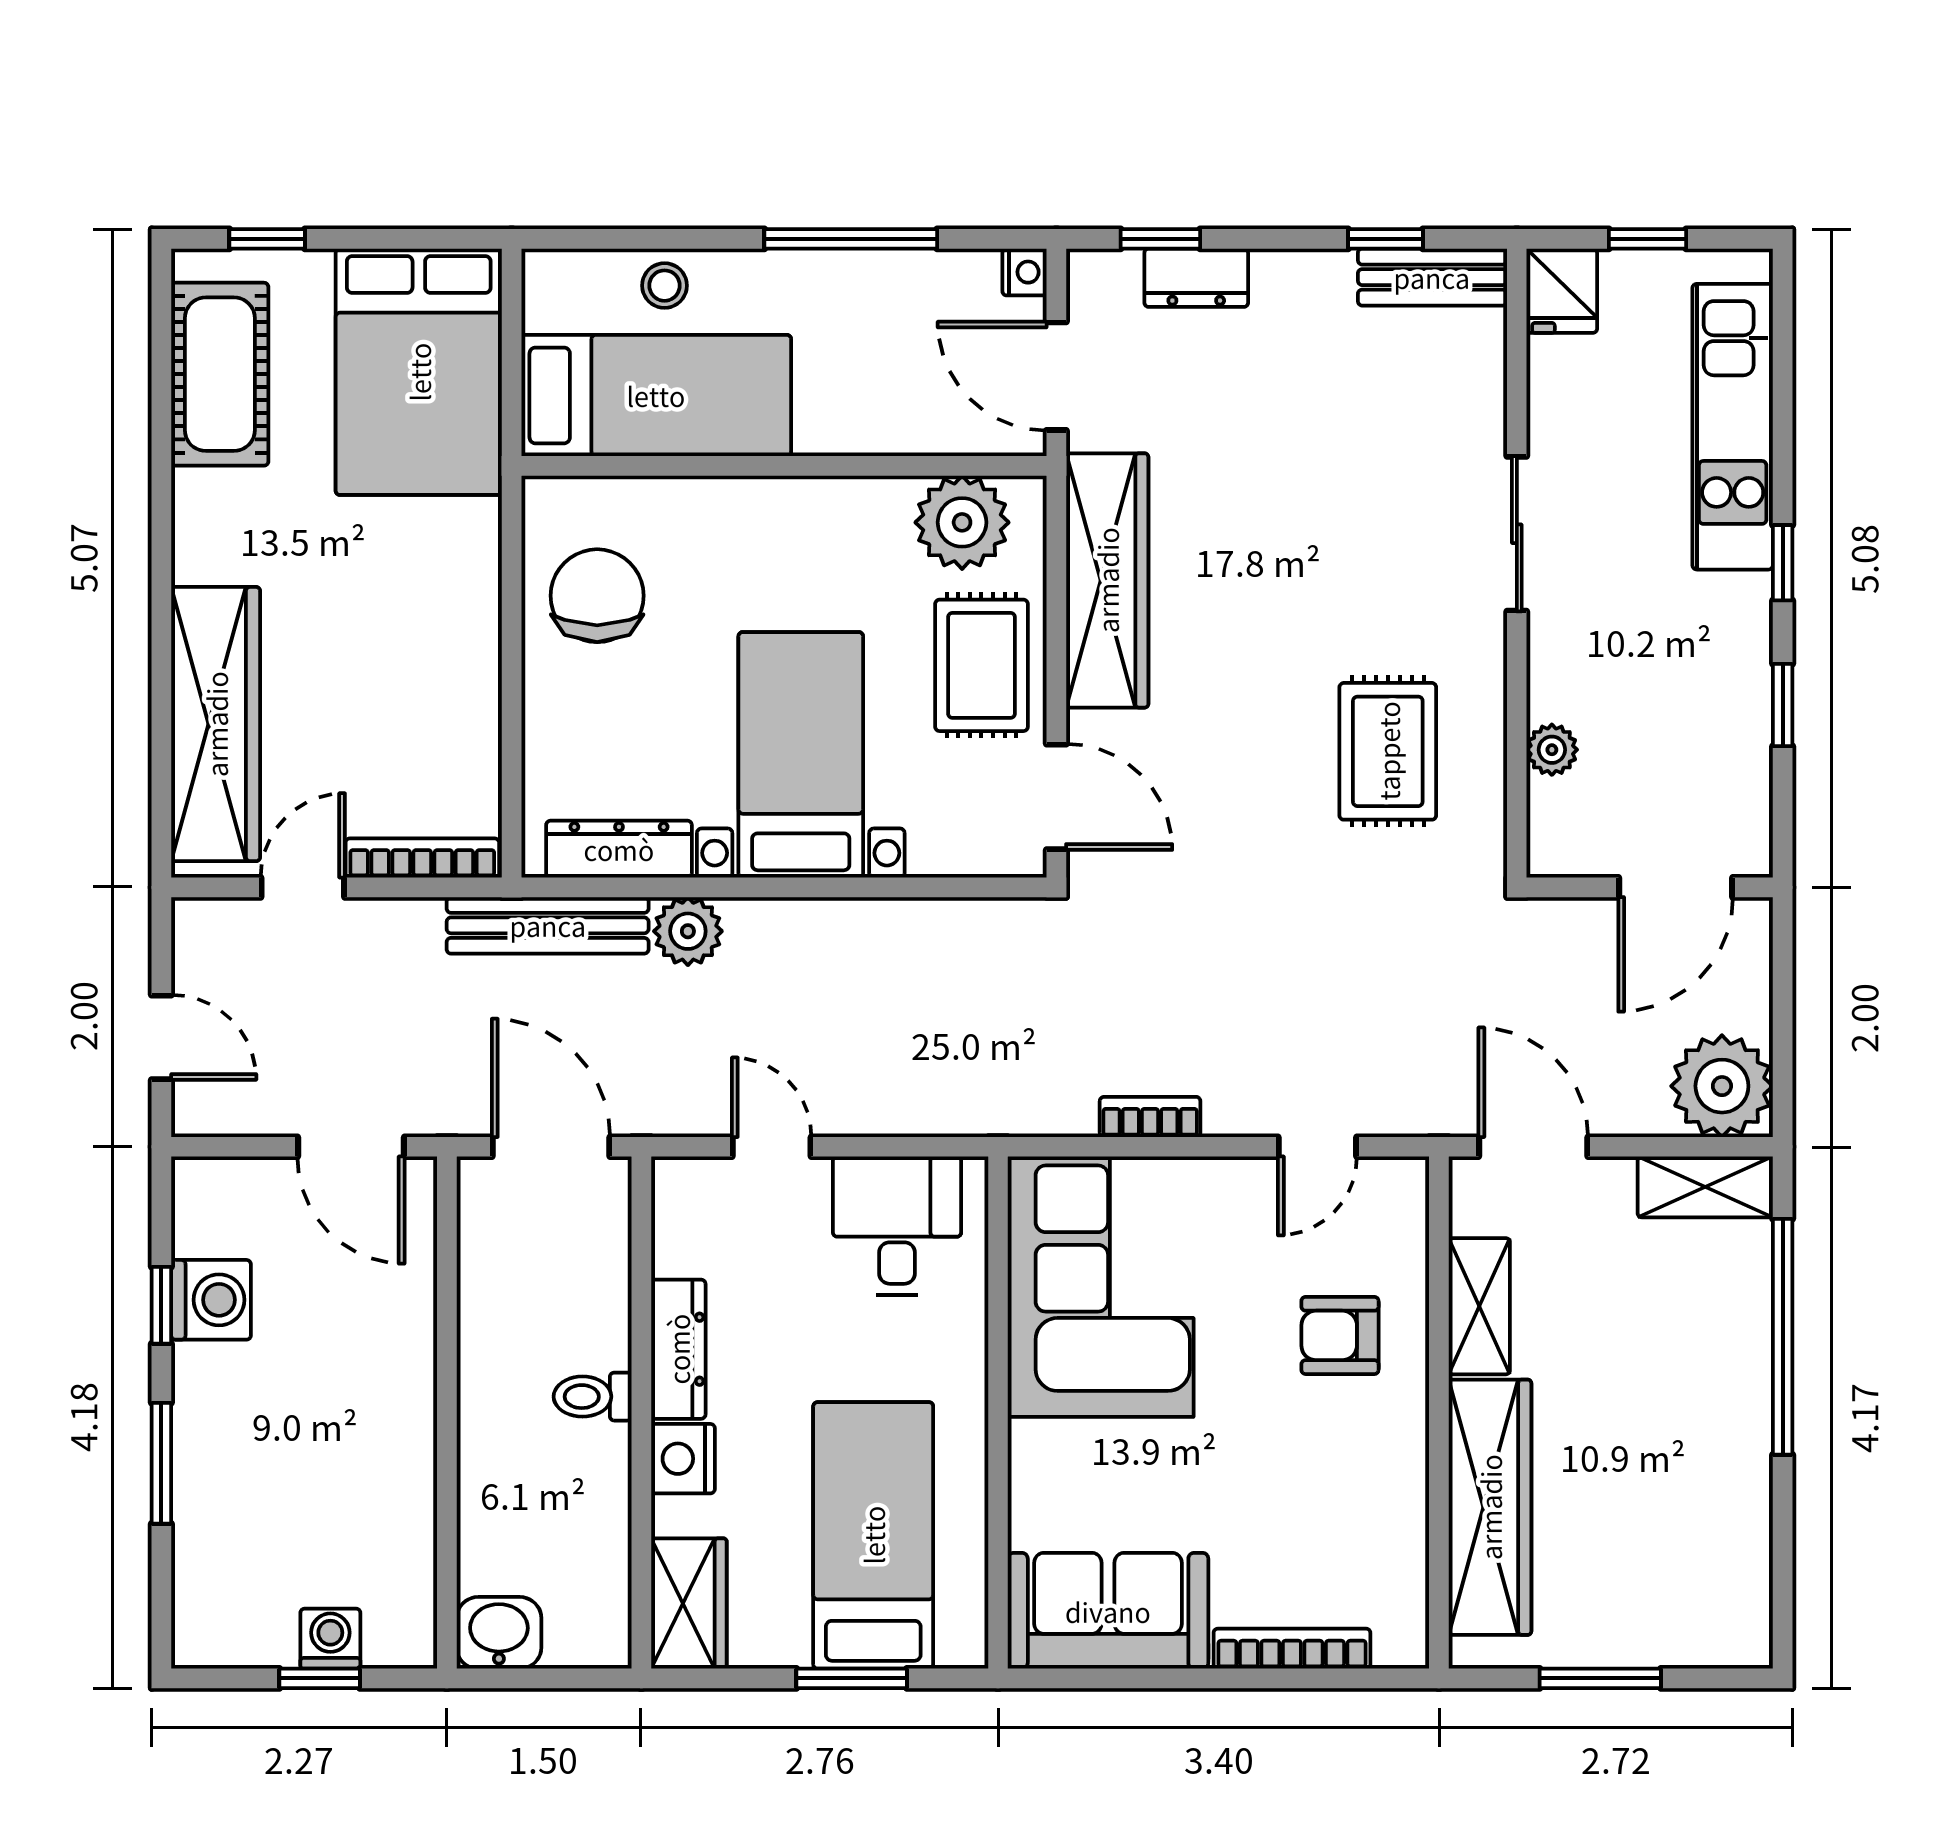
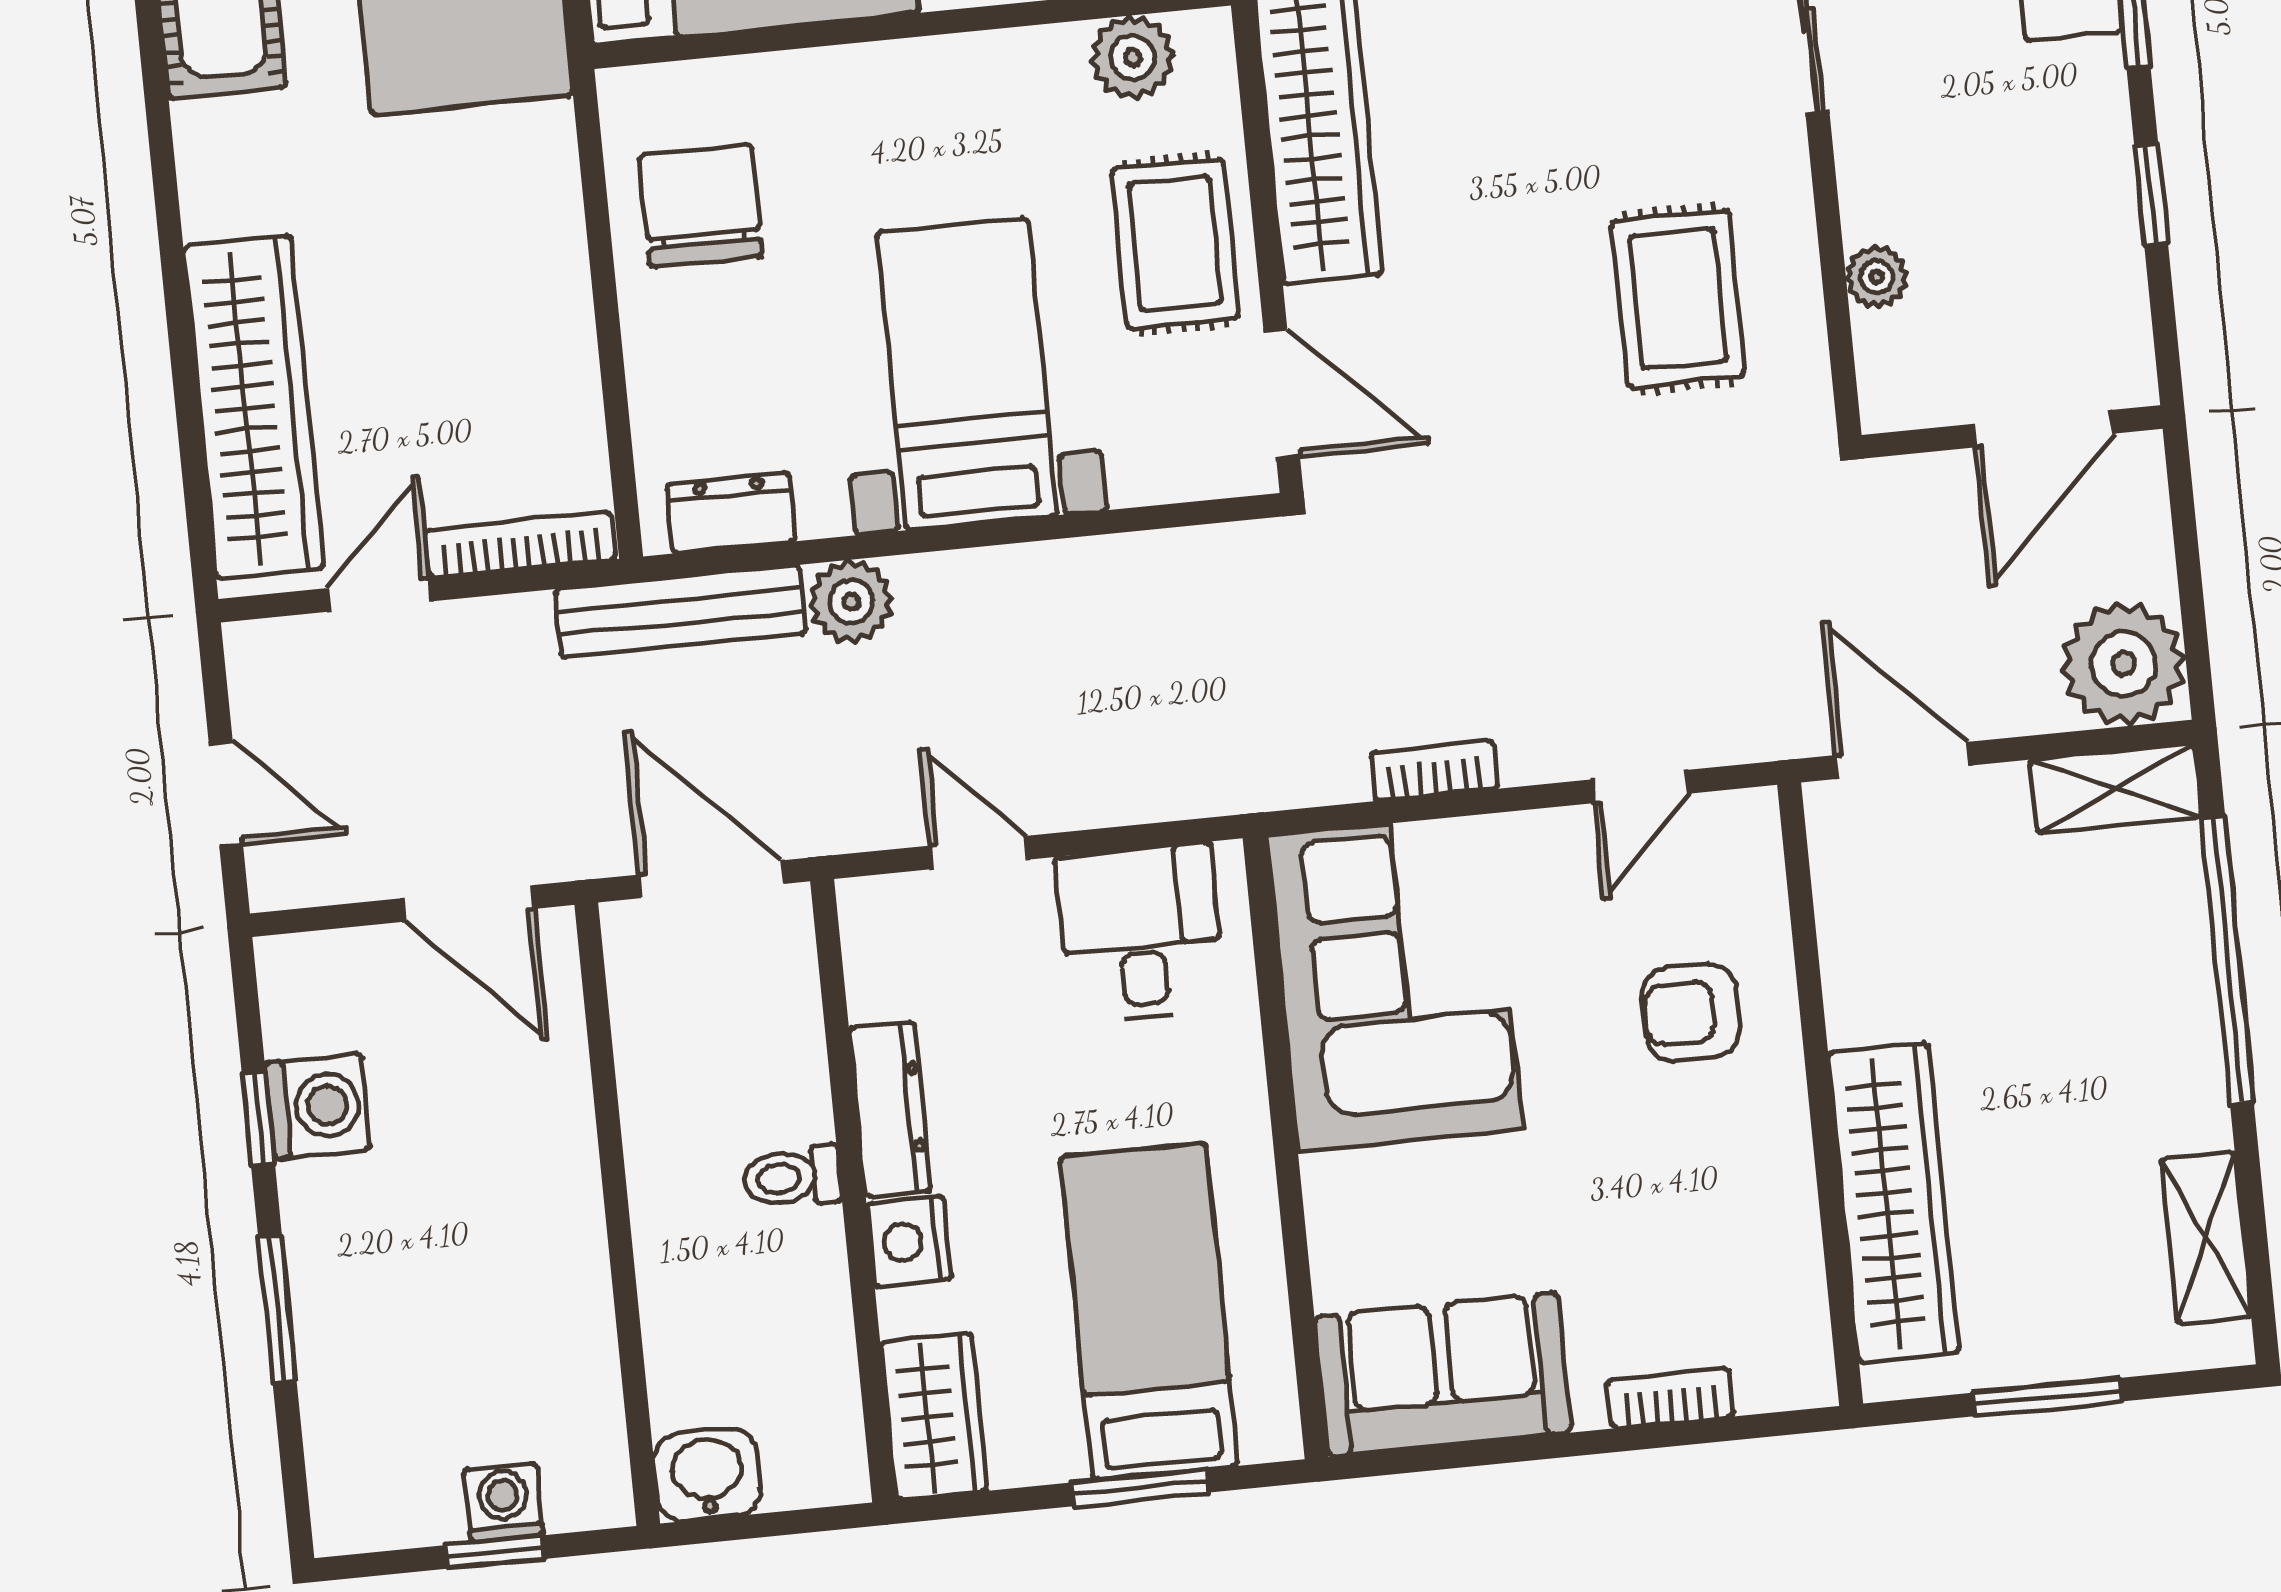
plant: (962, 522) -> (1133, 57), width x0.73, depth x0.73
dresser: (619, 849) -> (731, 513), width x0.70
shelving: (1479, 1306) -> (2206, 1238), moved
bookcase: (1292, 1649) -> (1670, 1398), width x0.64

